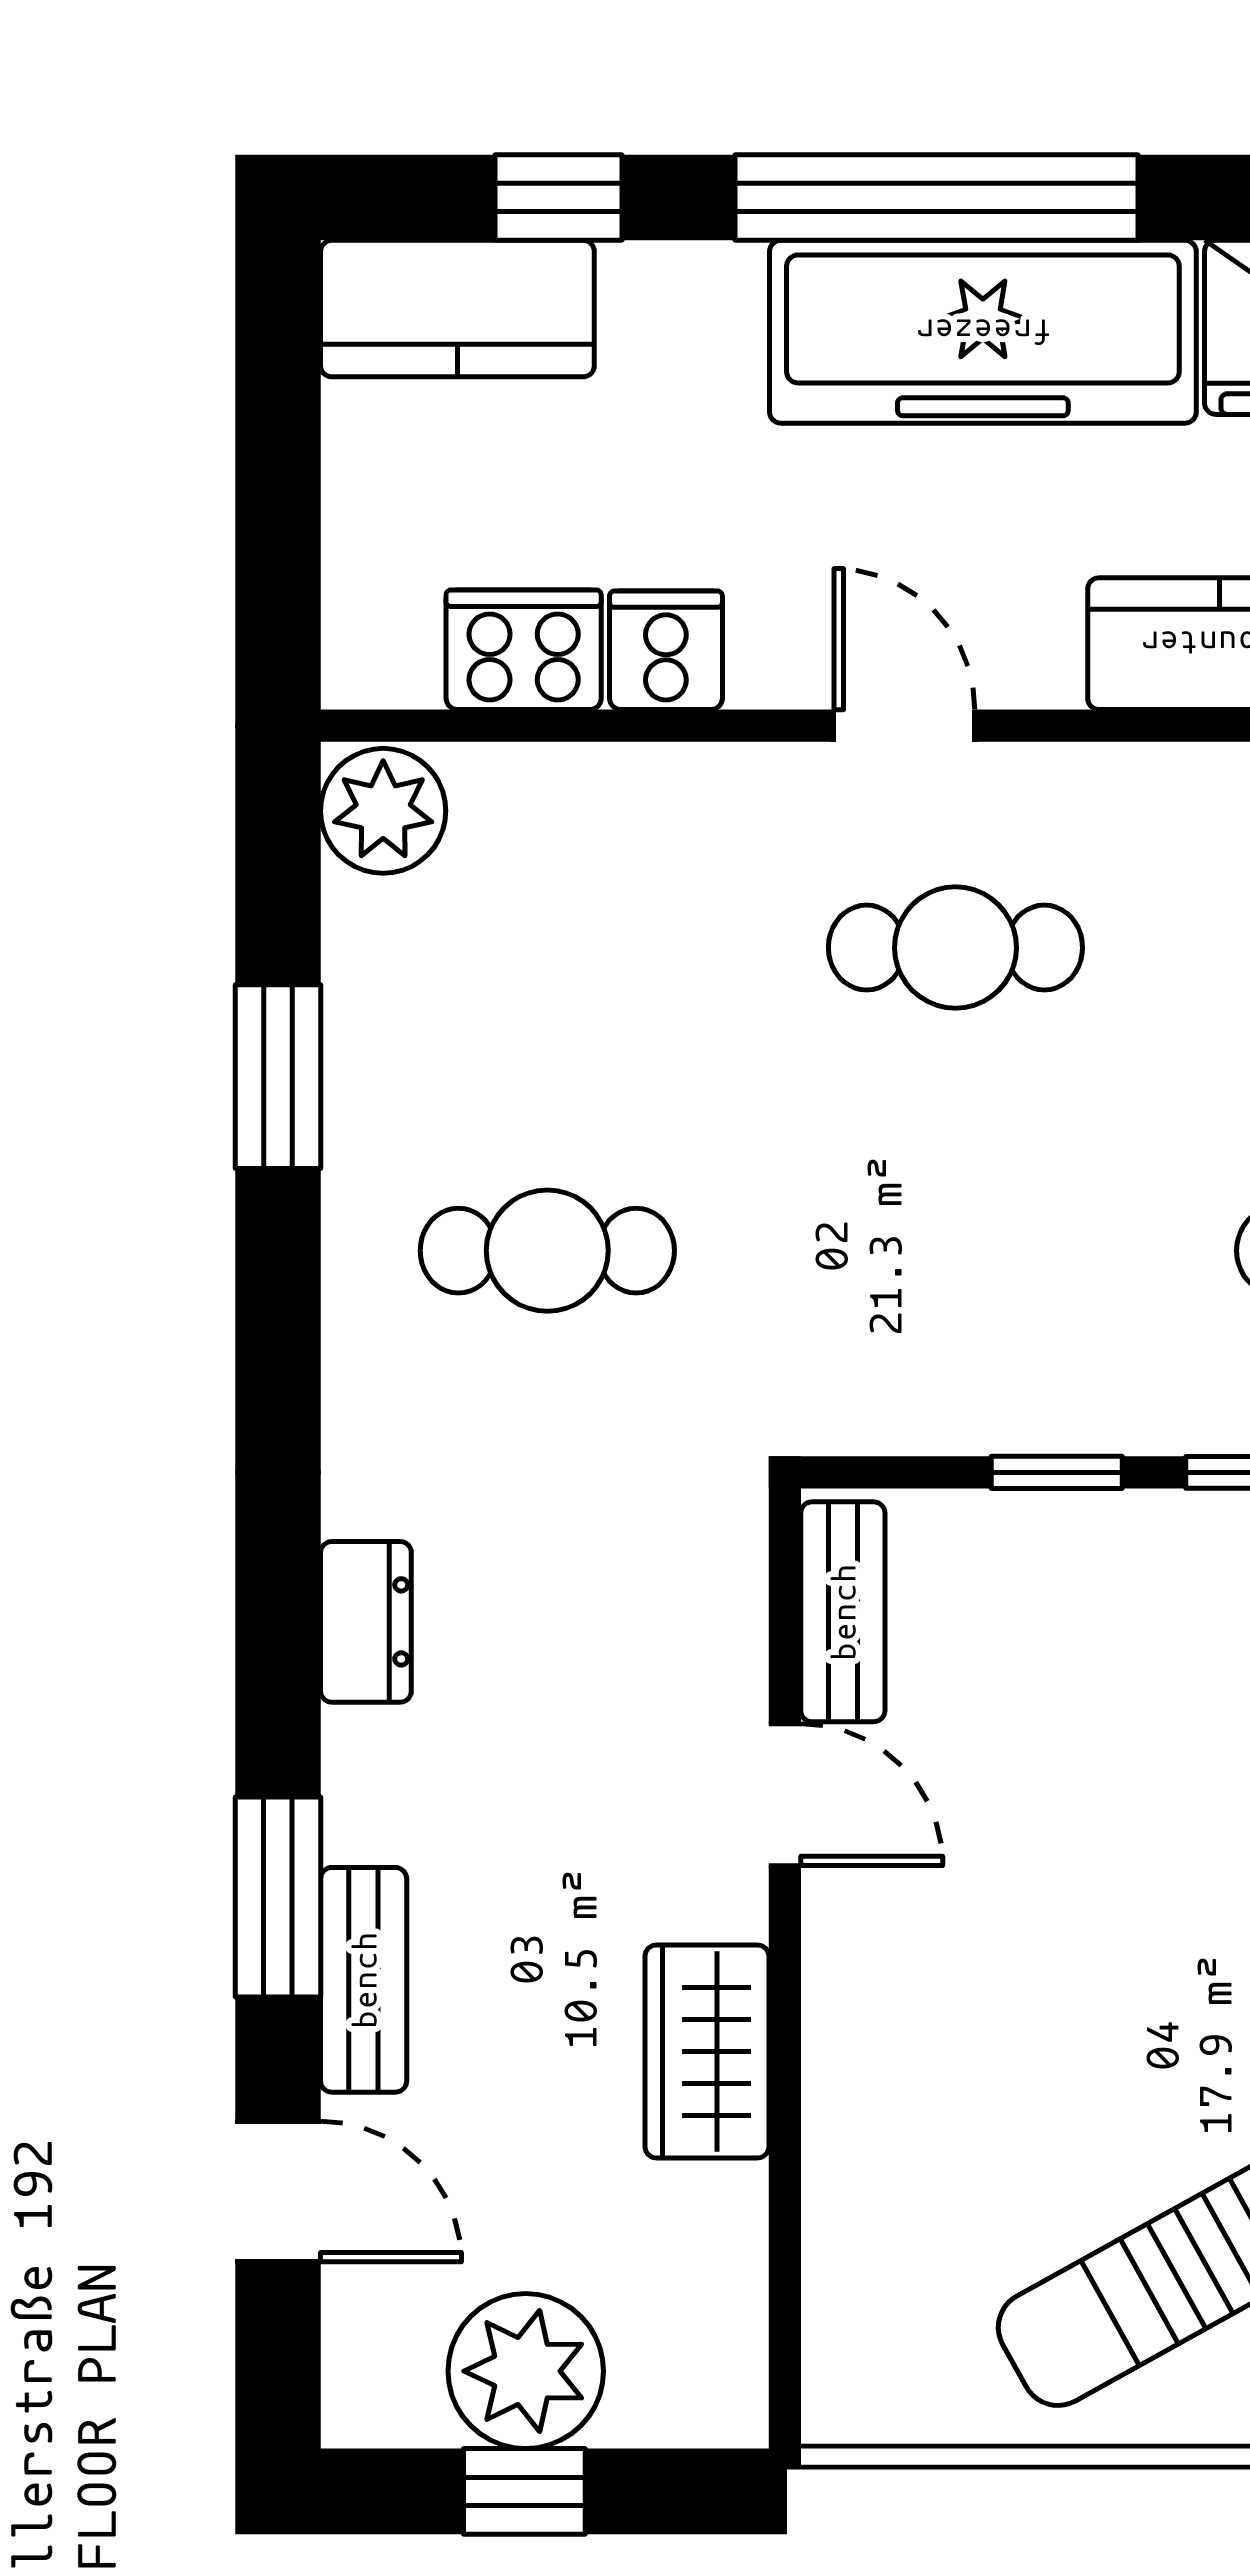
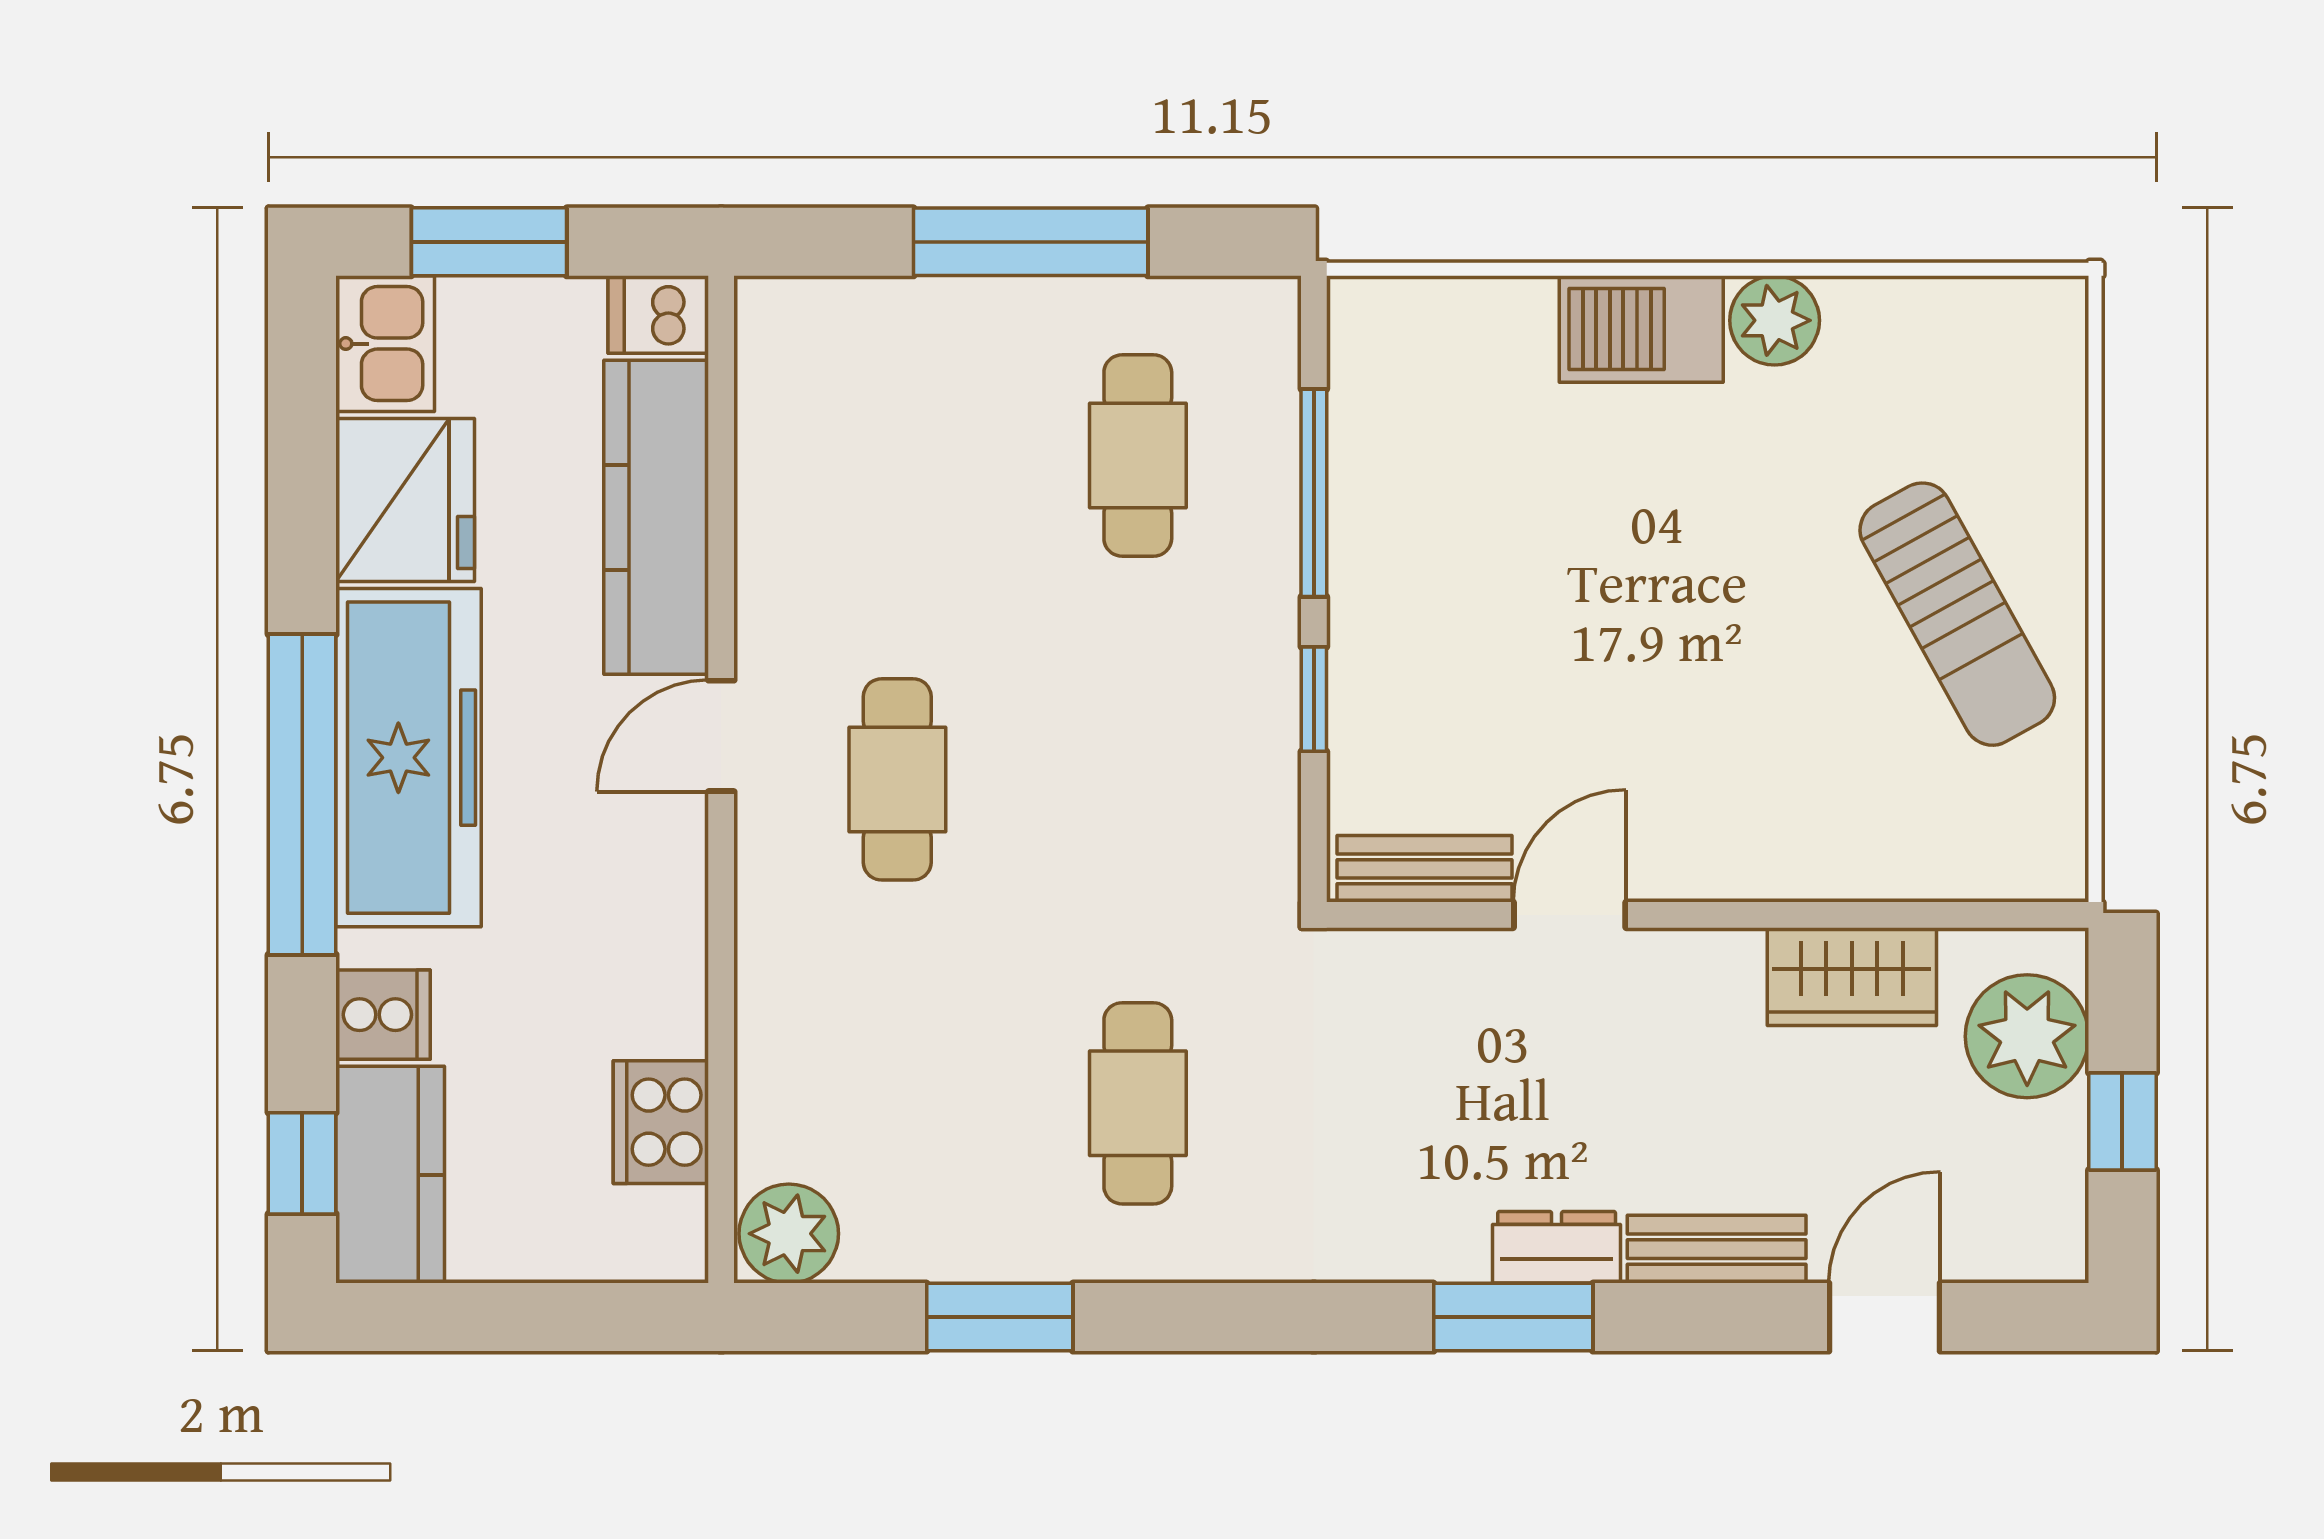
window: (559, 198) -> (302, 1163), moved
cooker: (666, 650) -> (383, 1015), moved, turned 180
door: (904, 726) -> (721, 736), moved
dresser: (366, 1622) -> (1557, 1247), moved
window: (278, 1897) -> (1513, 1317), moved
wardrobe: (707, 2051) -> (1852, 977), moved
plant: (526, 2371) -> (2027, 1036), moved

